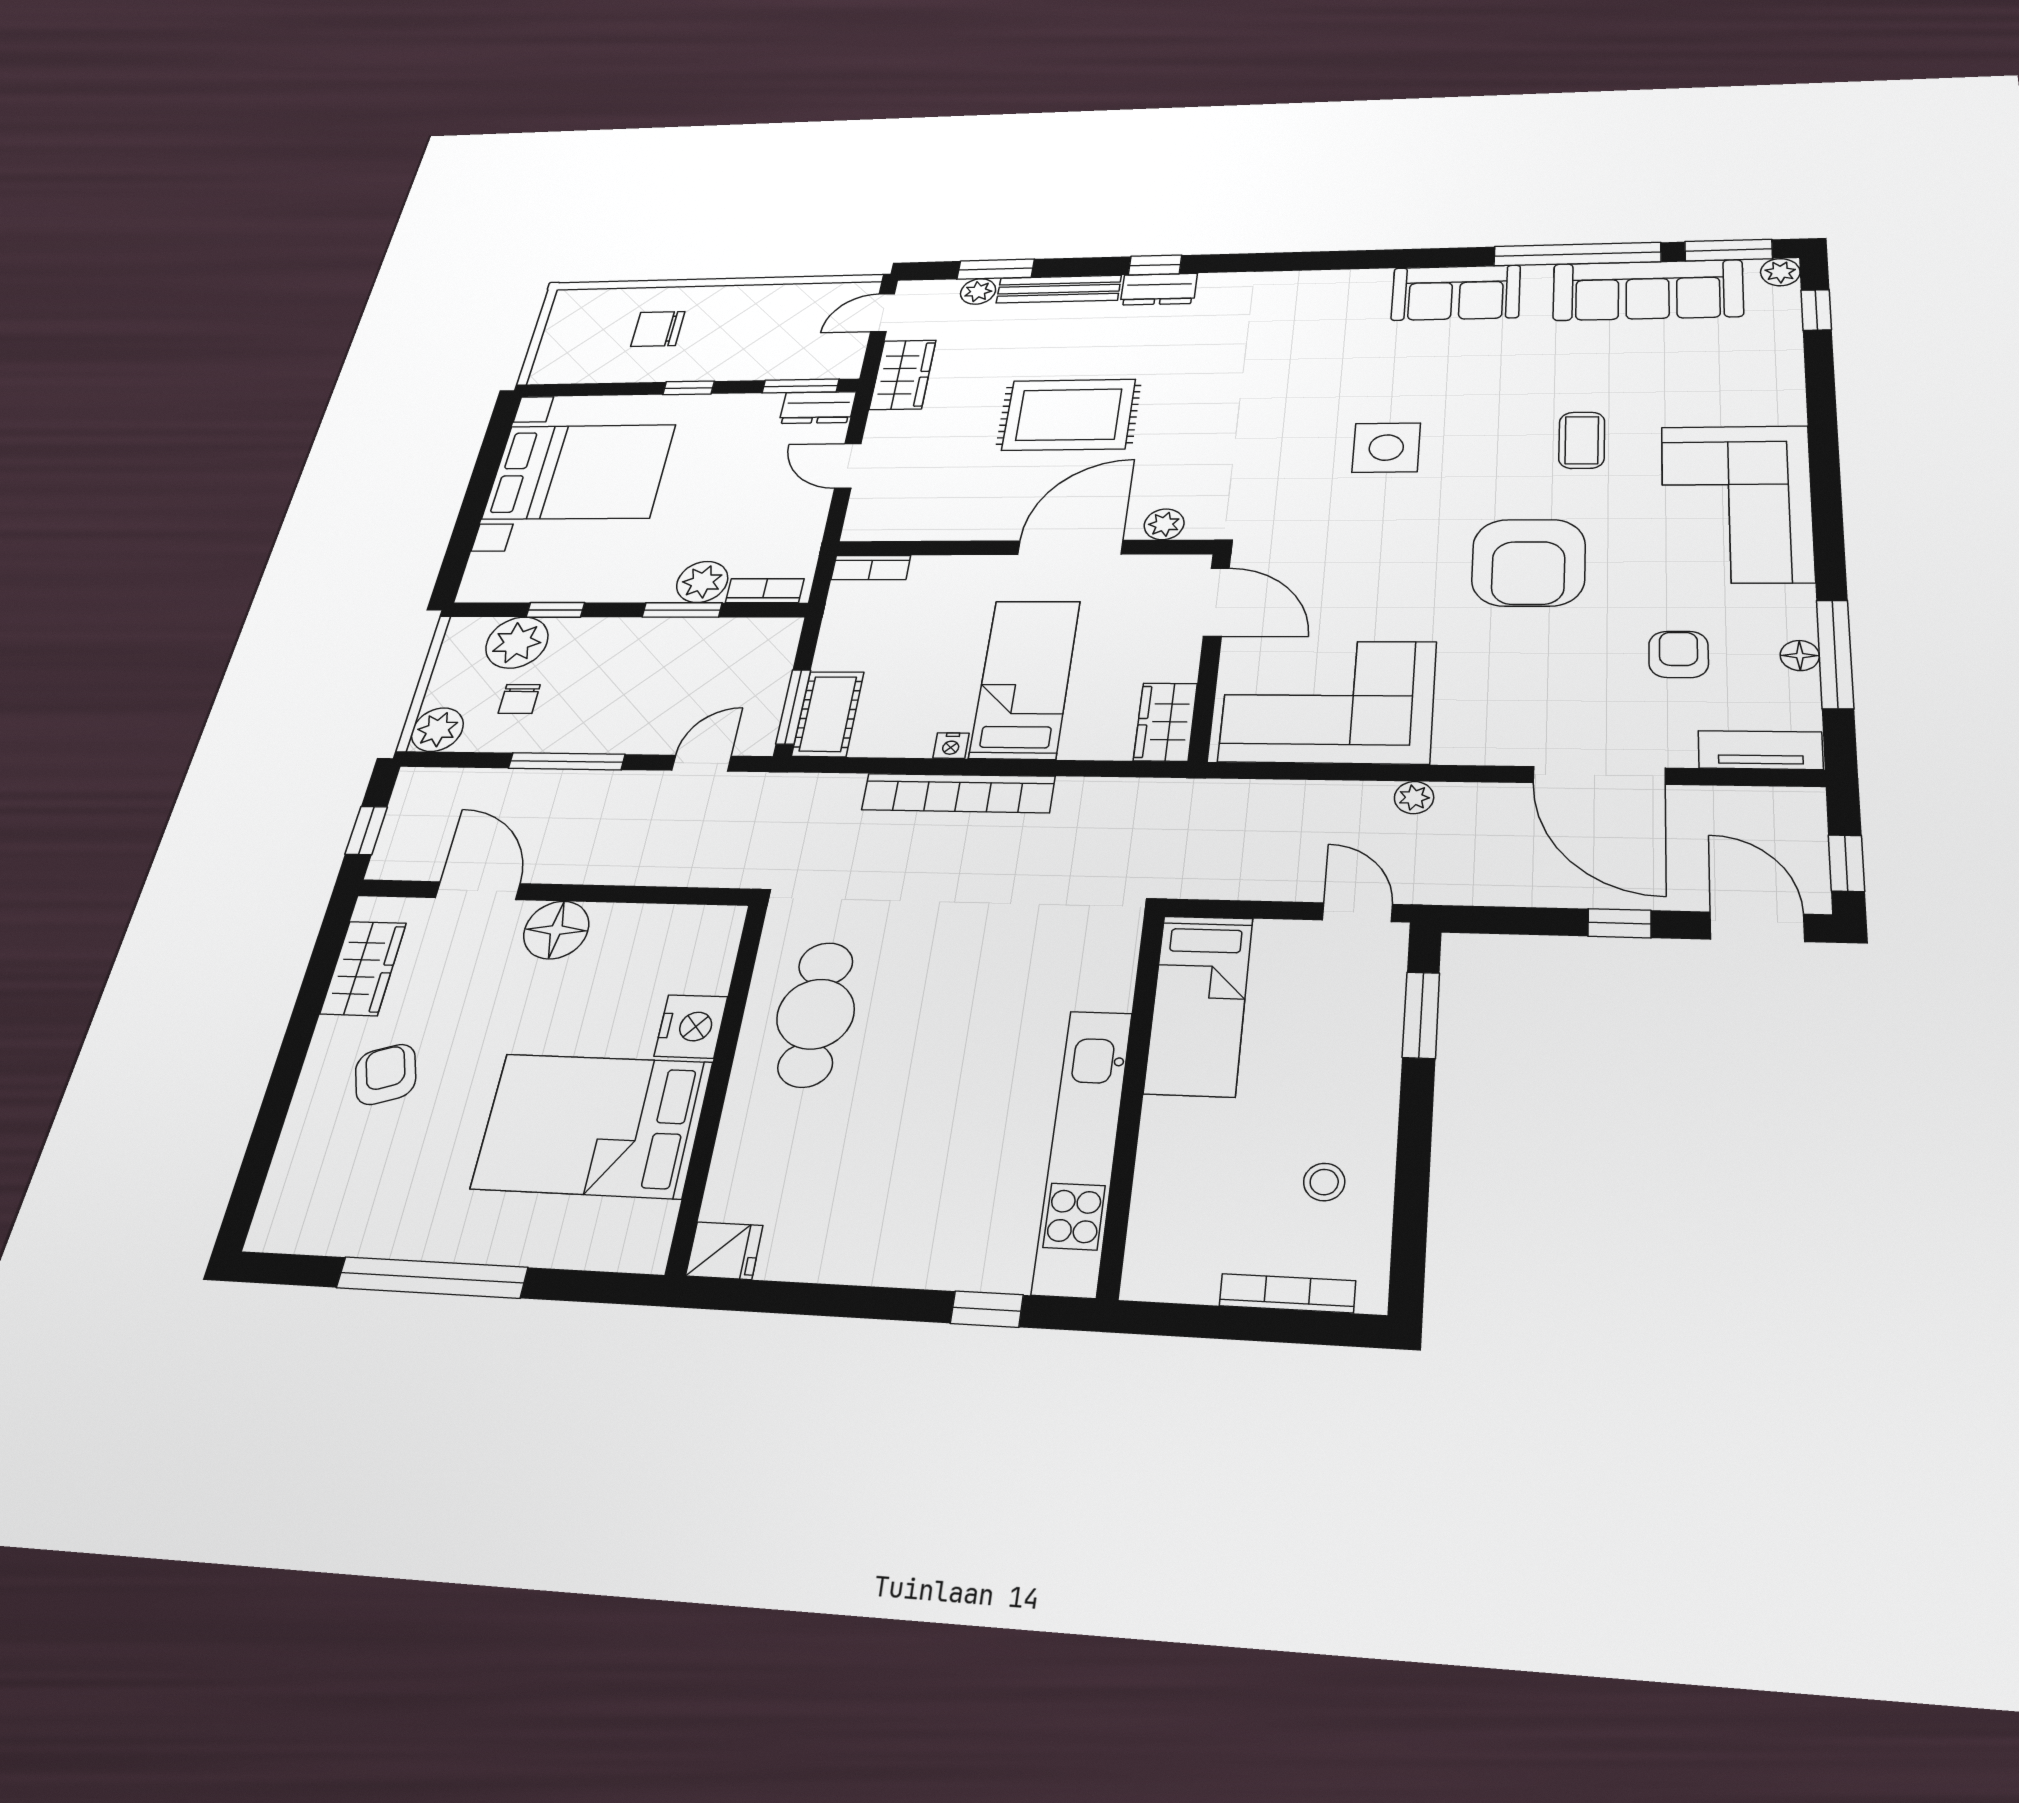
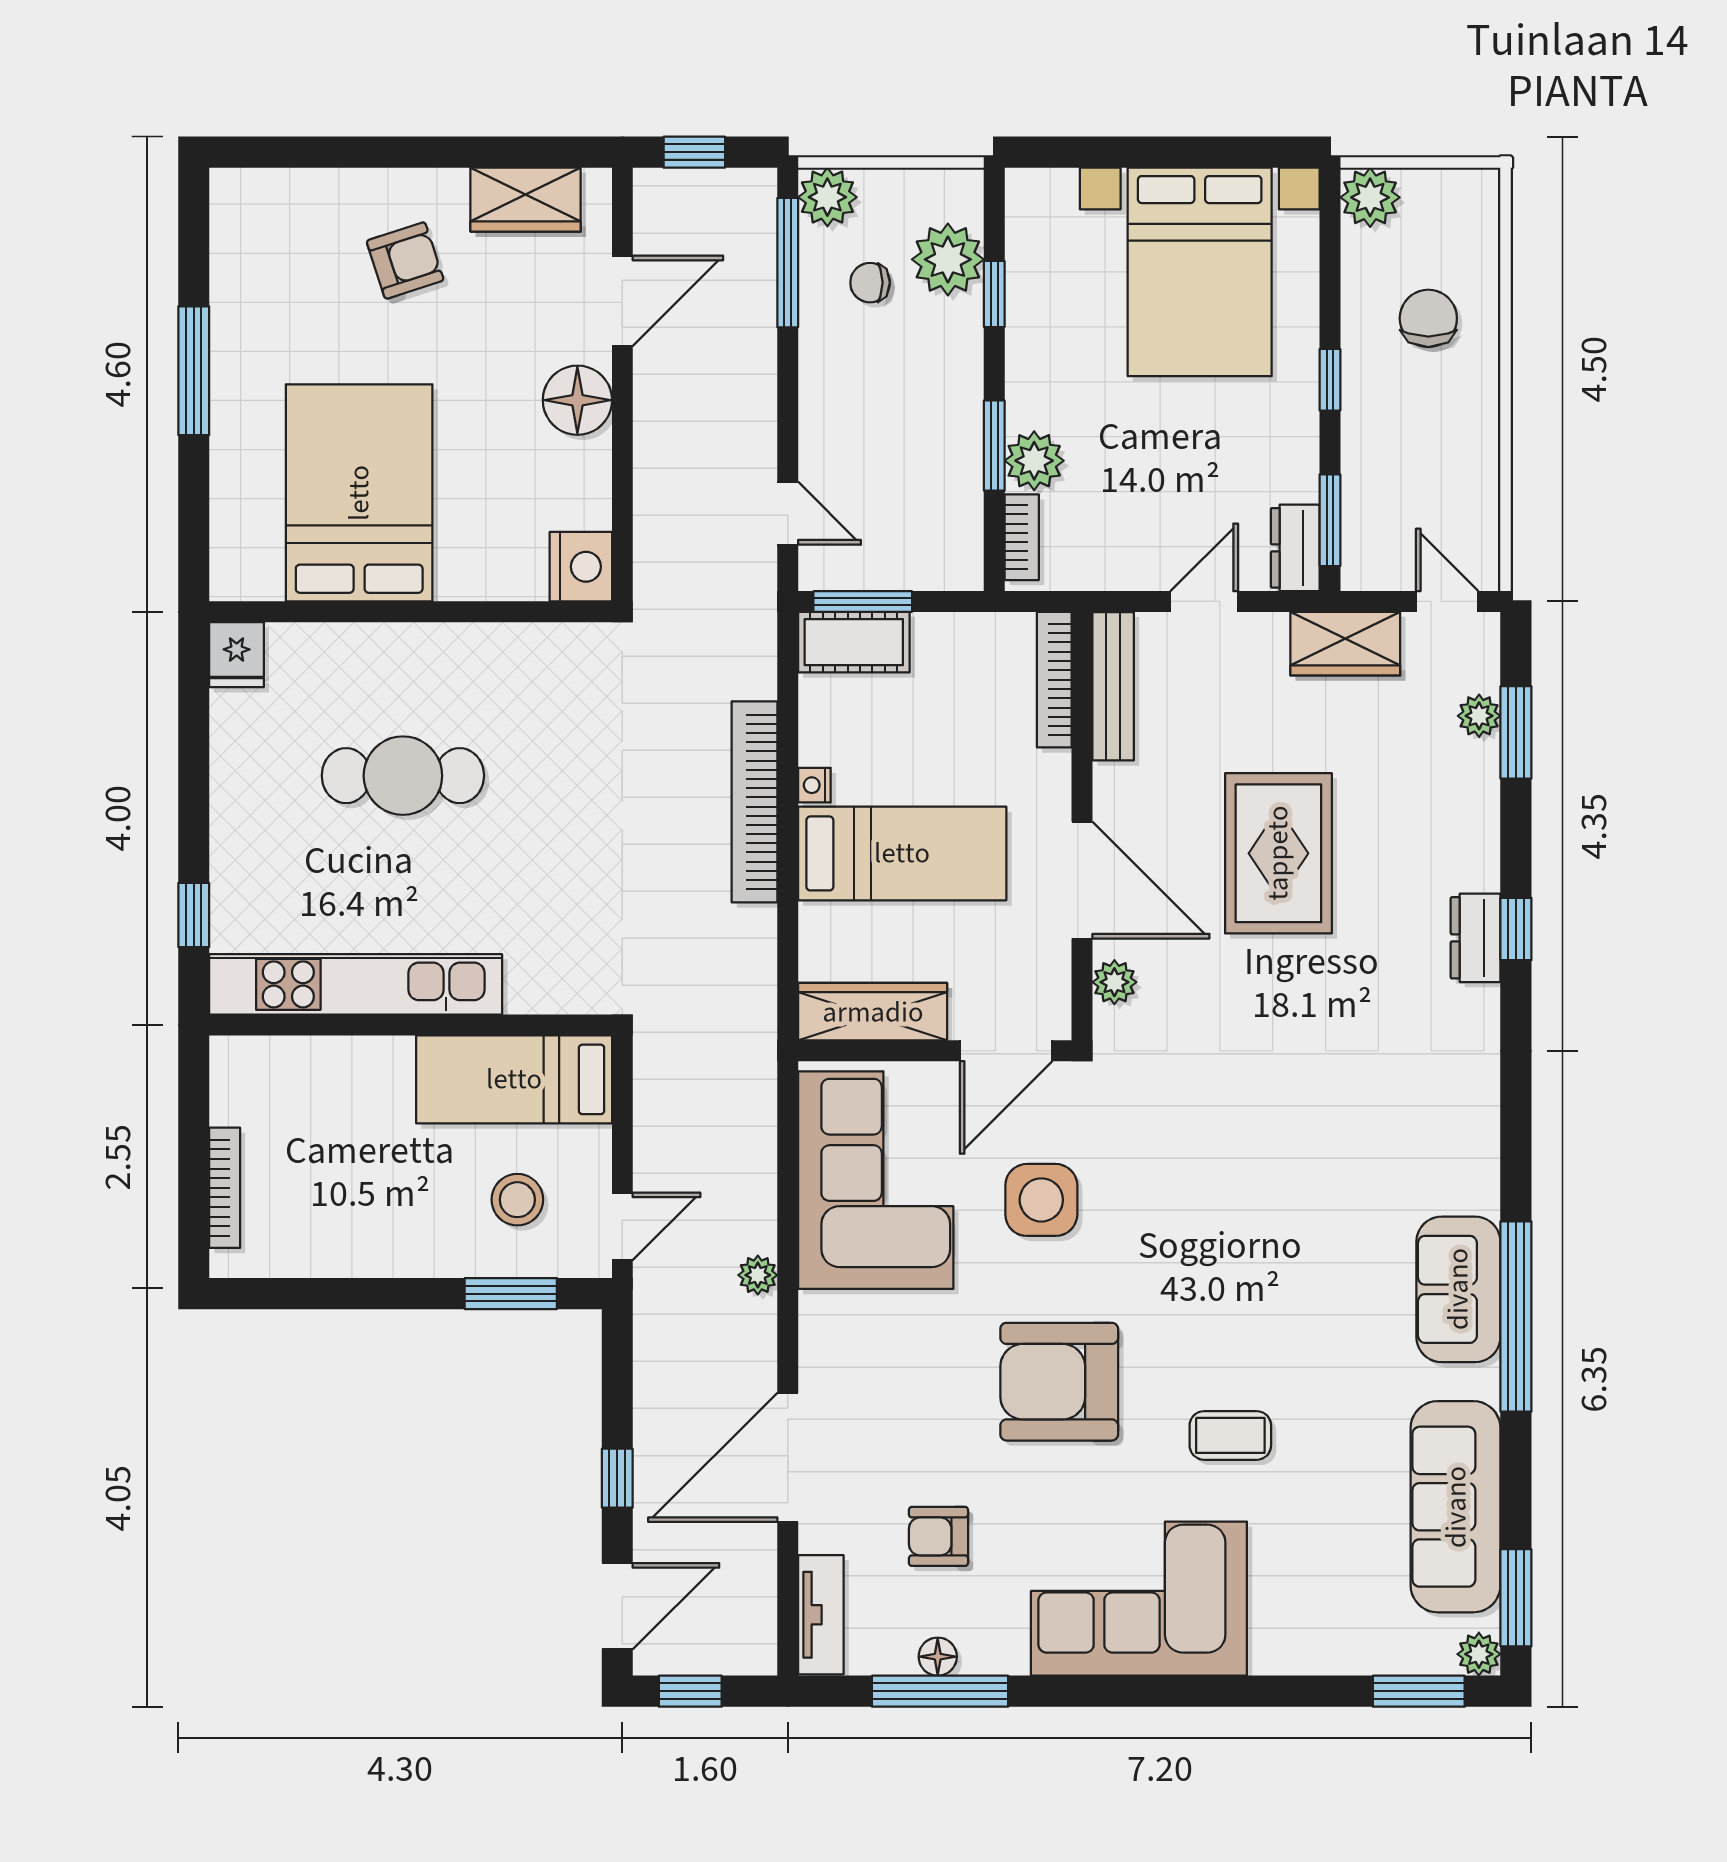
window: (1577, 254) -> (1516, 1316), moved
bench: (1059, 289) -> (1113, 686), moved
window: (1816, 310) -> (1419, 1691), width x1.50
plant: (554, 366) -> (1370, 197), added
side table: (1386, 448) -> (1041, 1200), moved
bookcase: (871, 568) -> (1054, 680), width x1.56
armchair: (1679, 654) -> (938, 1536), turned 180
wardrobe: (1165, 722) -> (873, 1012), width x1.50
window: (567, 761) -> (788, 263), moved
cafe table: (816, 1014) -> (403, 776), moved
nightstand: (691, 1026) -> (581, 567), moved, turned -90
stool: (1324, 1182) -> (517, 1200), moved, width x1.37, depth x1.37
window: (432, 1278) -> (194, 371), width x0.68

